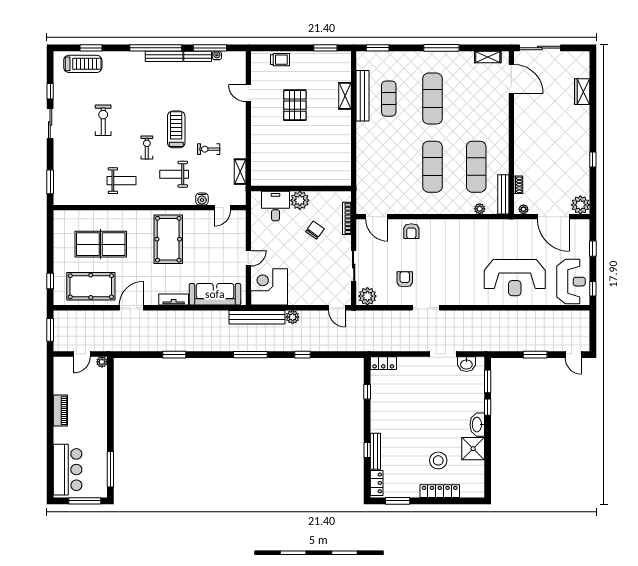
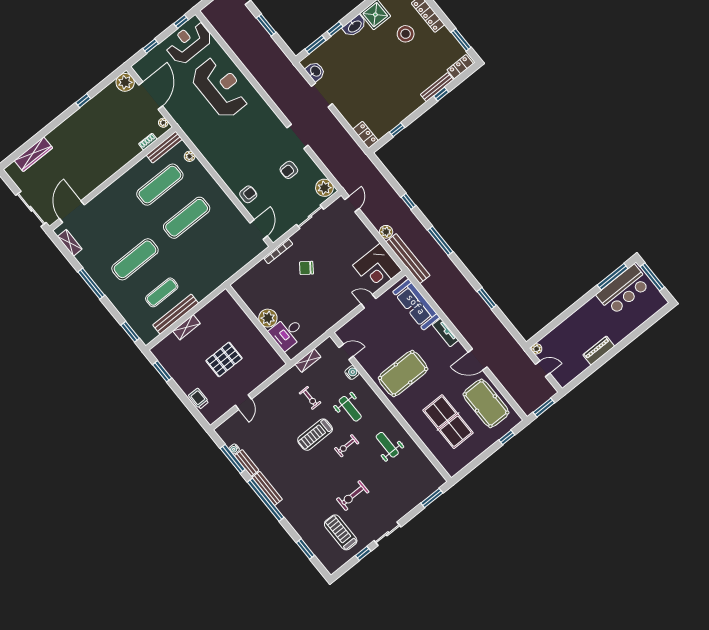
treadmill: (83, 64) -> (341, 532), moved
wardrobe: (582, 92) -> (33, 154), width x1.50
wall: (301, 188) -> (258, 324), moved
plant: (300, 200) -> (268, 318), moved
desk: (276, 206) -> (287, 333), moved
bar counter: (68, 470) -> (623, 290), moved, turned 180

